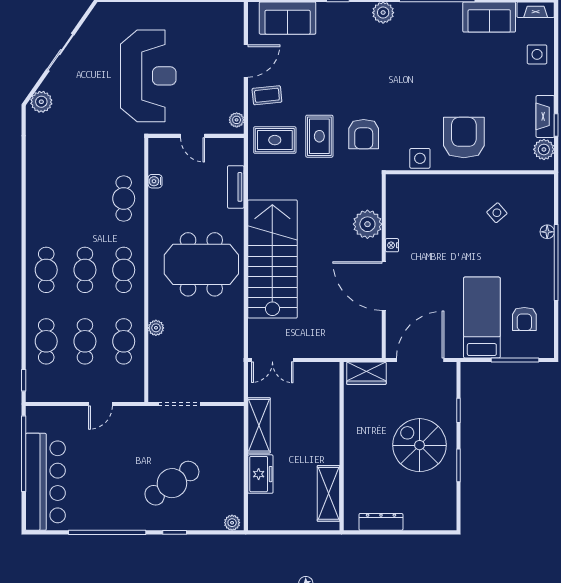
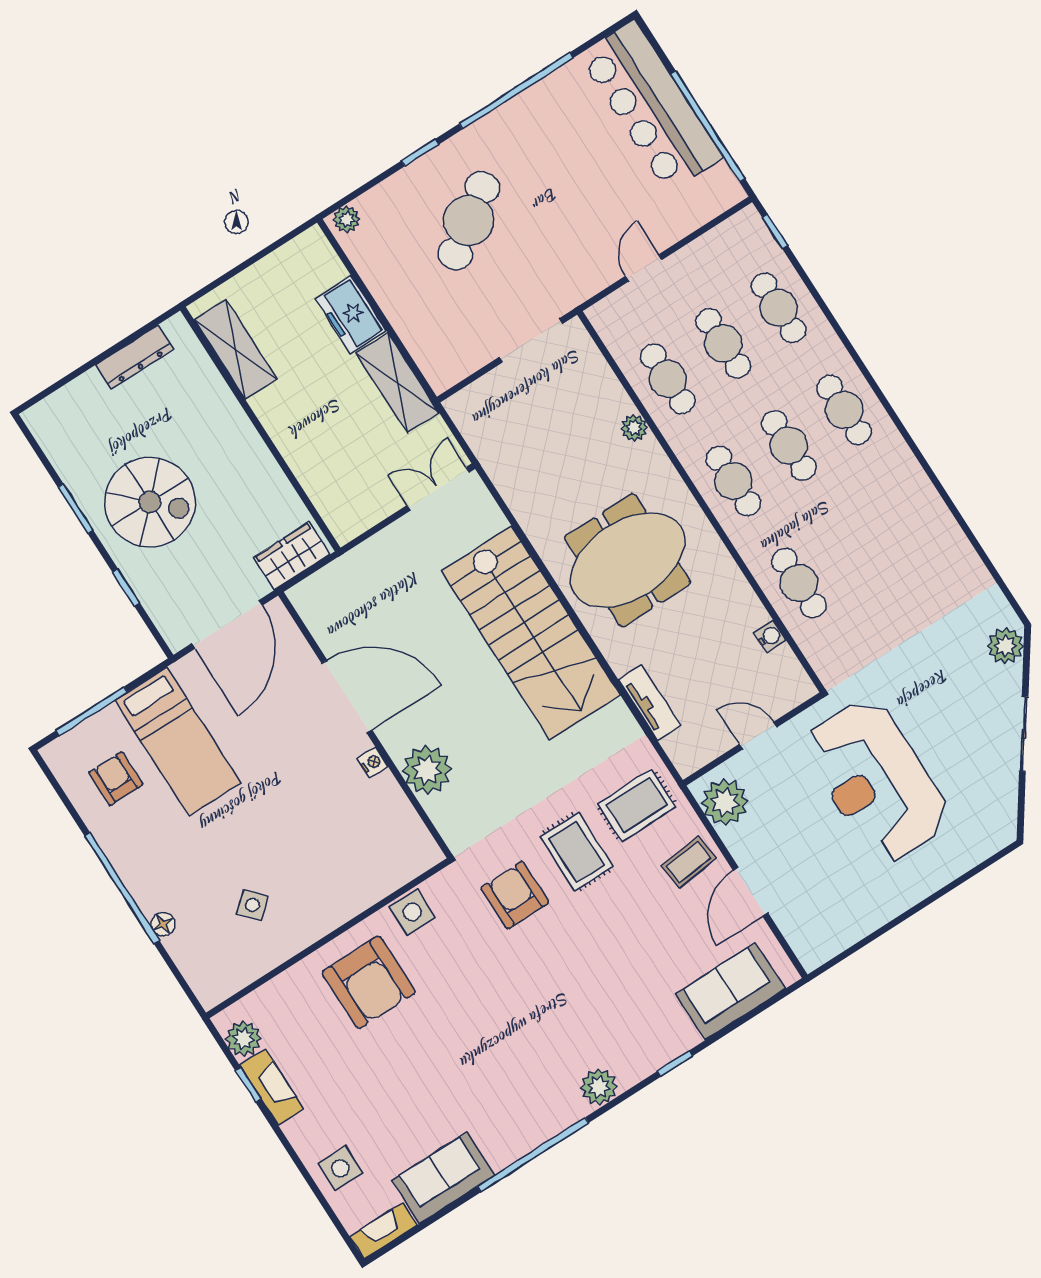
plant: (237, 120) -> (725, 802), width x1.88, depth x1.88

